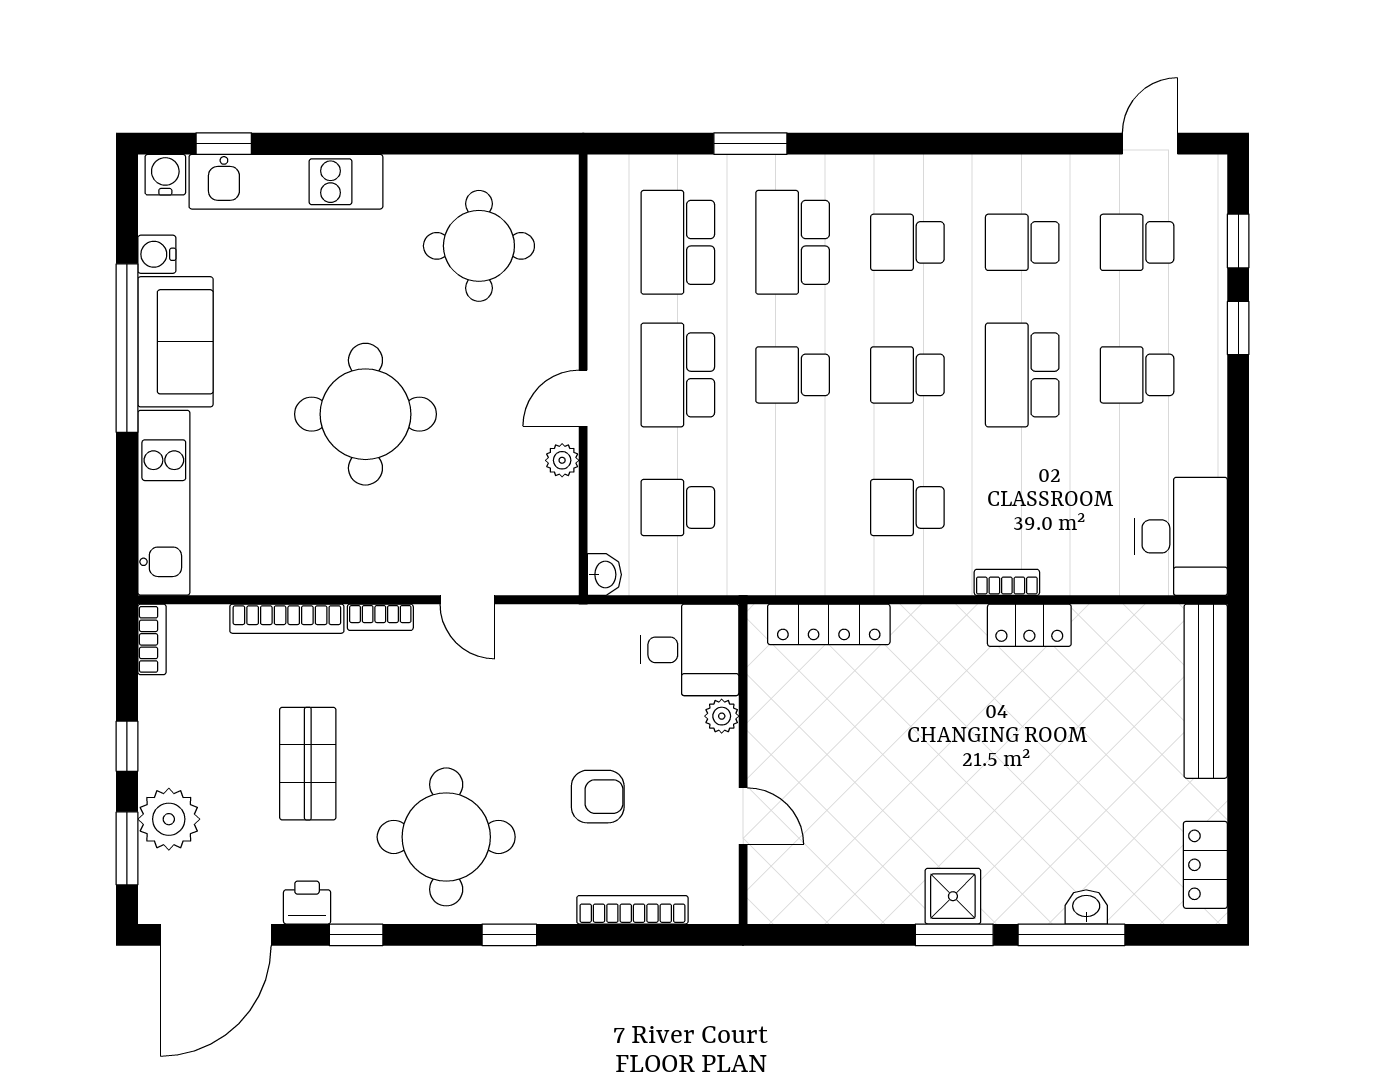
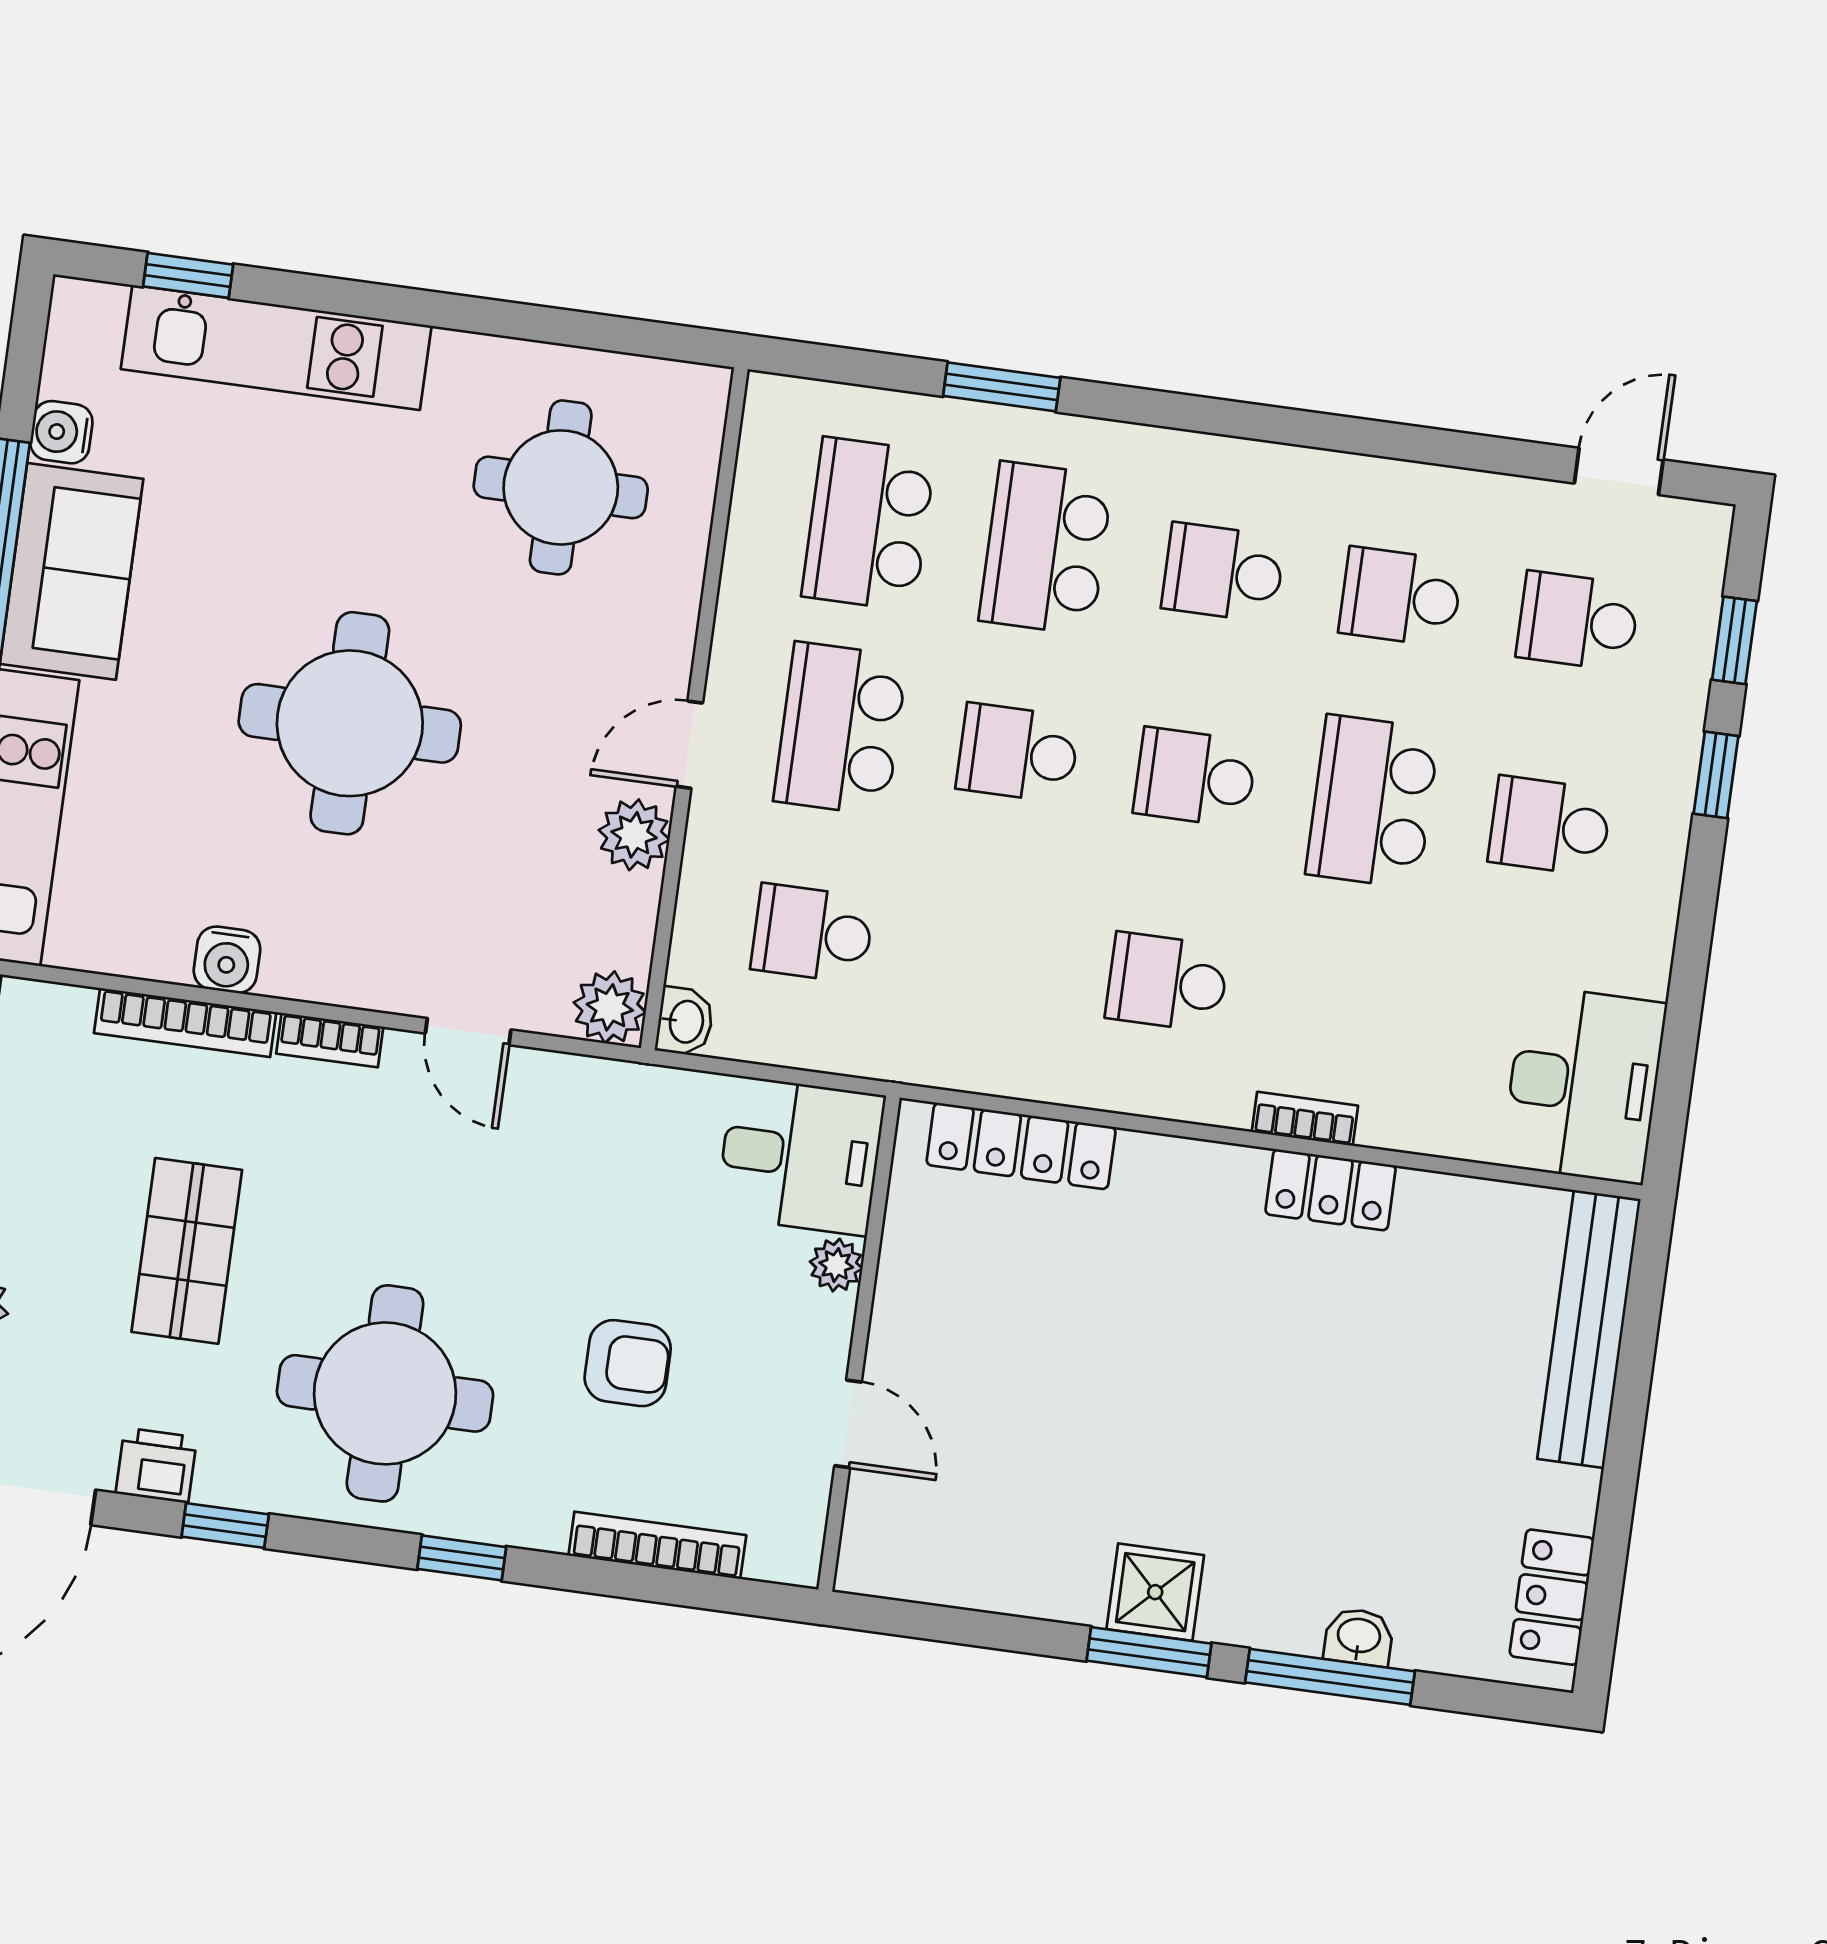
water cooler: (165, 175) -> (227, 960), moved, turned 180
plant: (562, 460) -> (634, 835), width x1.38, depth x1.38
plant: (555, 572) -> (610, 1007), added

